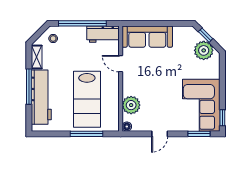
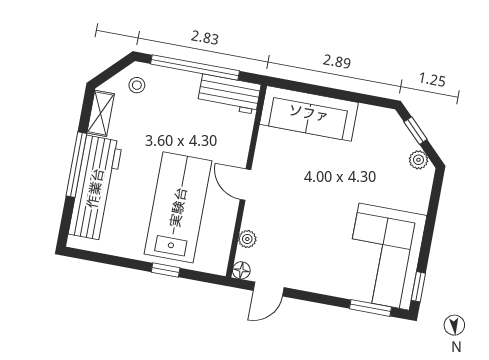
plant: (204, 50) -> (418, 160), width x0.53, depth x0.53
door: (121, 64) -> (245, 185), moved
lab bench: (87, 99) -> (178, 207), turned 180
plant: (131, 105) -> (247, 239), width x0.53, depth x0.53
window: (87, 134) -> (166, 270), width x0.46
door: (160, 134) -> (269, 289), moved

